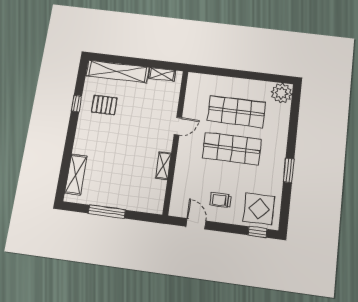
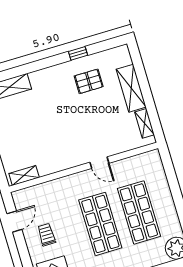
shelving: (118, 71) -> (131, 88), width x0.68
pallet: (104, 105) -> (89, 81), turned 90
shelving: (163, 166) -> (24, 175), moved

